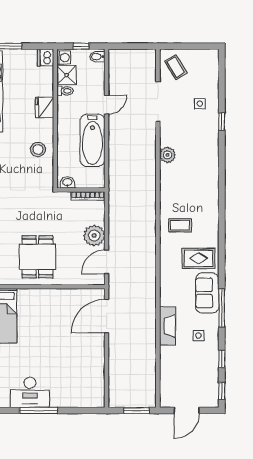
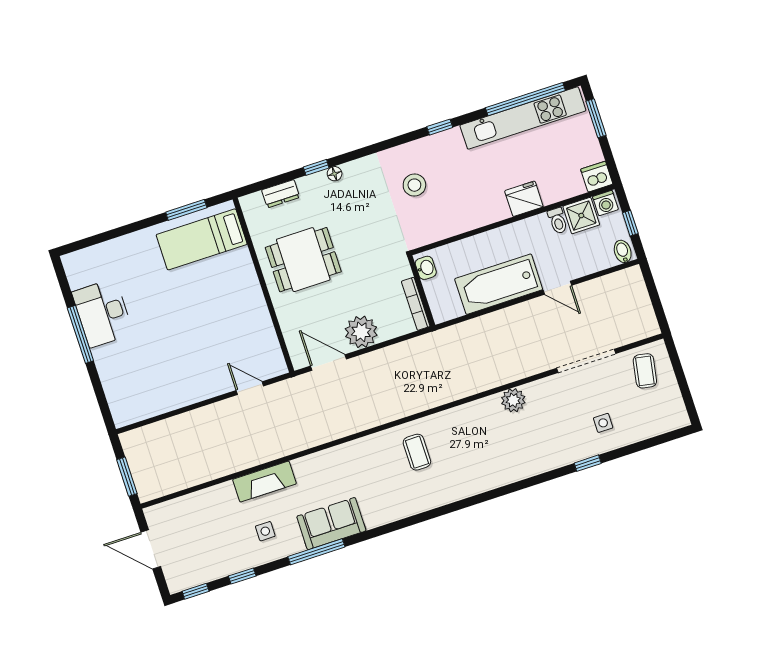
coffee table: (176, 67) -> (645, 371), turned -49
stool: (38, 149) -> (414, 185), moved
rug: (199, 258) -> (378, 495), removed
door: (107, 316) -> (250, 388), width x0.53

